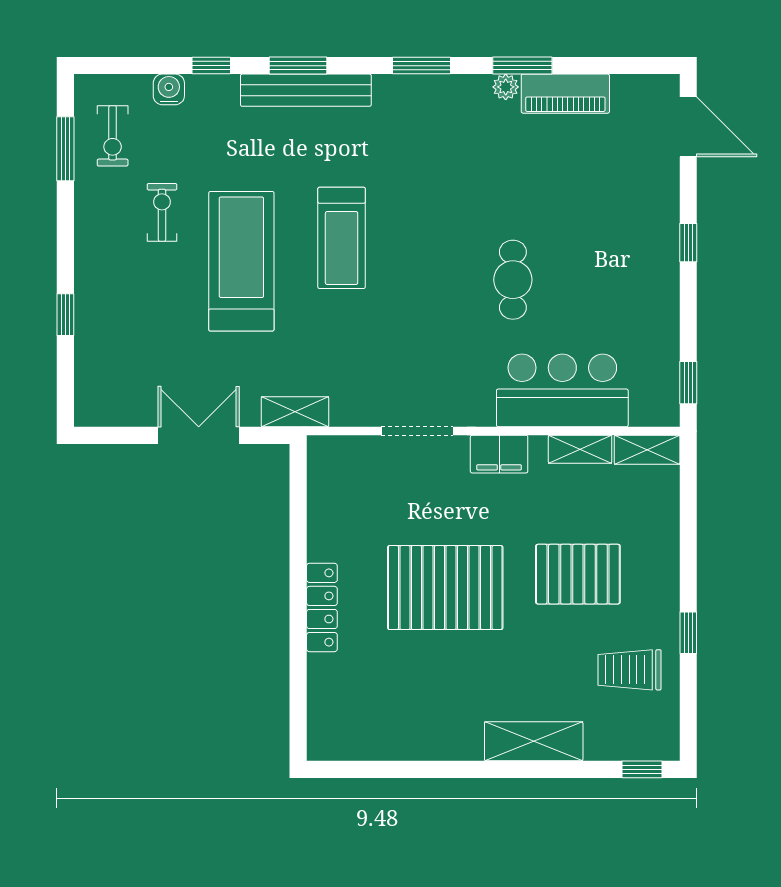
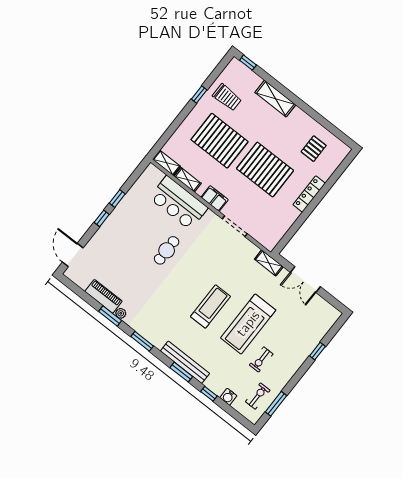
window: (688, 383) -> (117, 198), moved
pallet: (578, 574) -> (220, 141), width x1.37, depth x1.41
pallet: (383, 703) -> (314, 149), added

